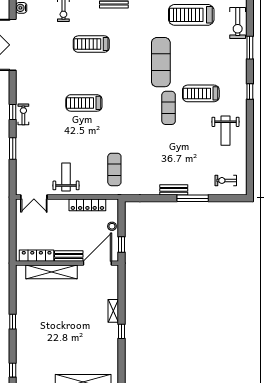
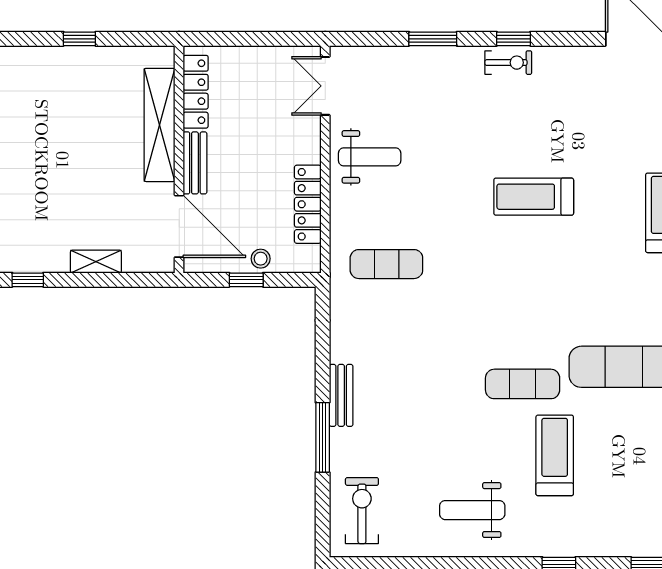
treadmill: (84, 103) -> (534, 197), turned -90
exercise bike: (226, 180) -> (362, 511), width x1.38, depth x1.39
window: (122, 244) -> (246, 280), moved
shelving: (113, 311) -> (96, 262), moved
window: (13, 322) -> (79, 39), moved

